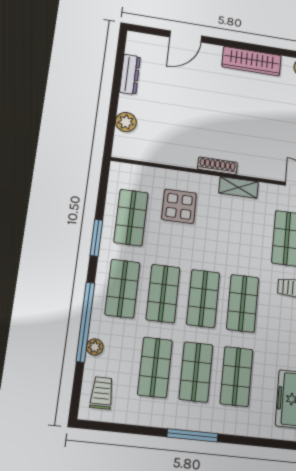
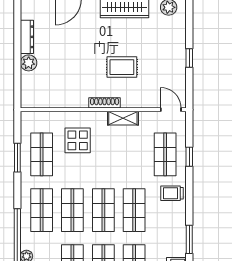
plant: (126, 122) -> (29, 63), moved
rug: (243, 127) -> (122, 67), added
window: (96, 238) -> (17, 158), moved

